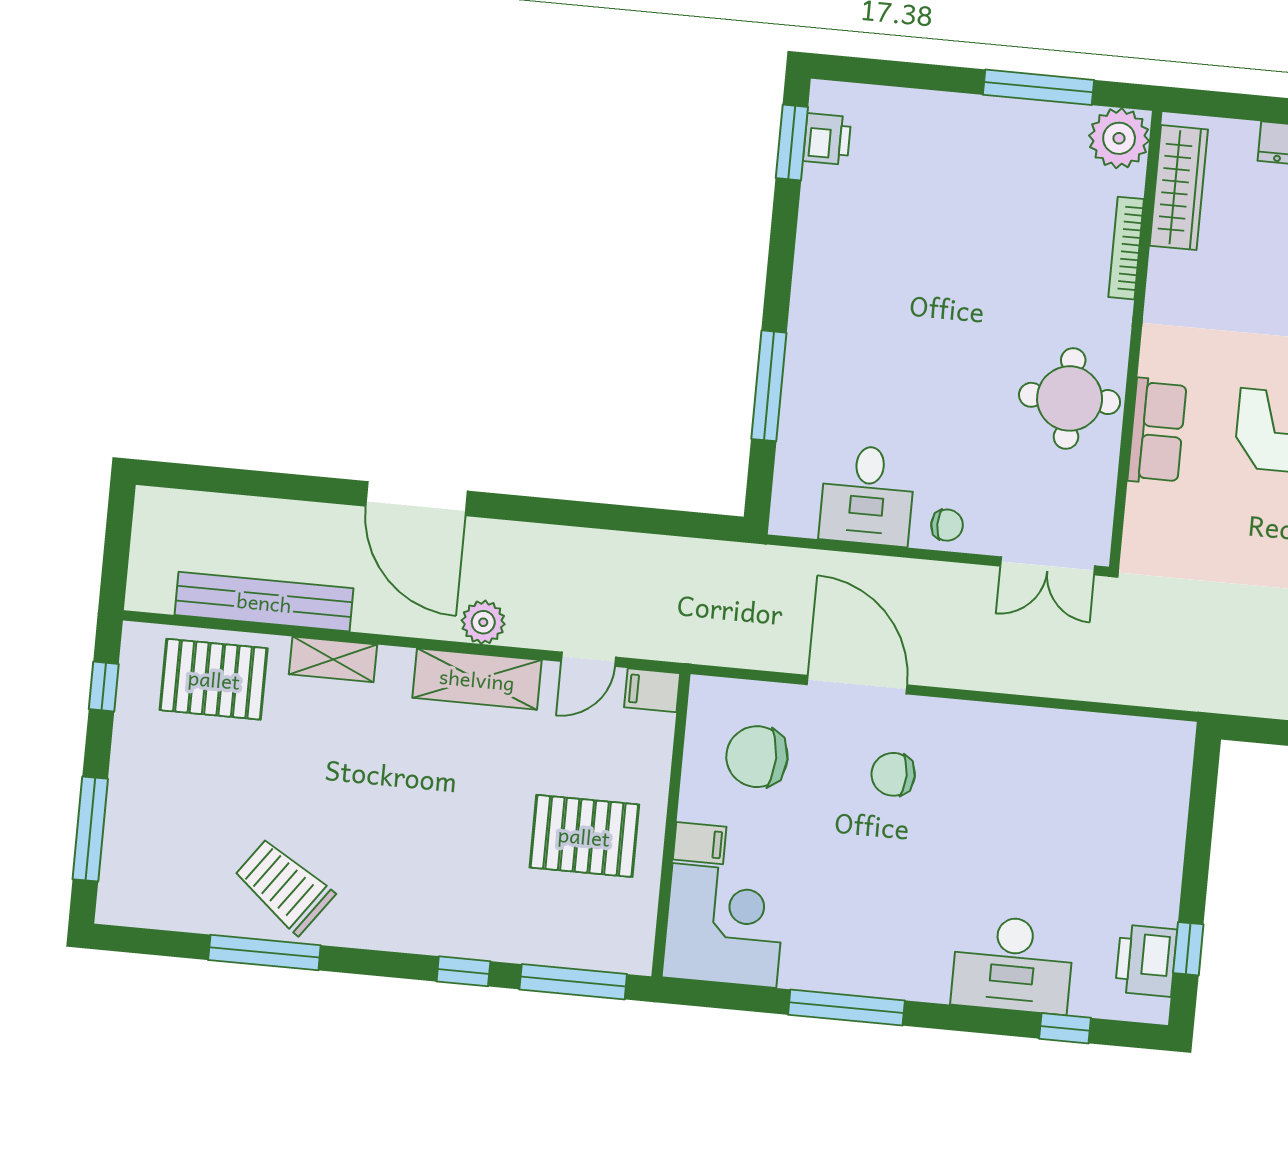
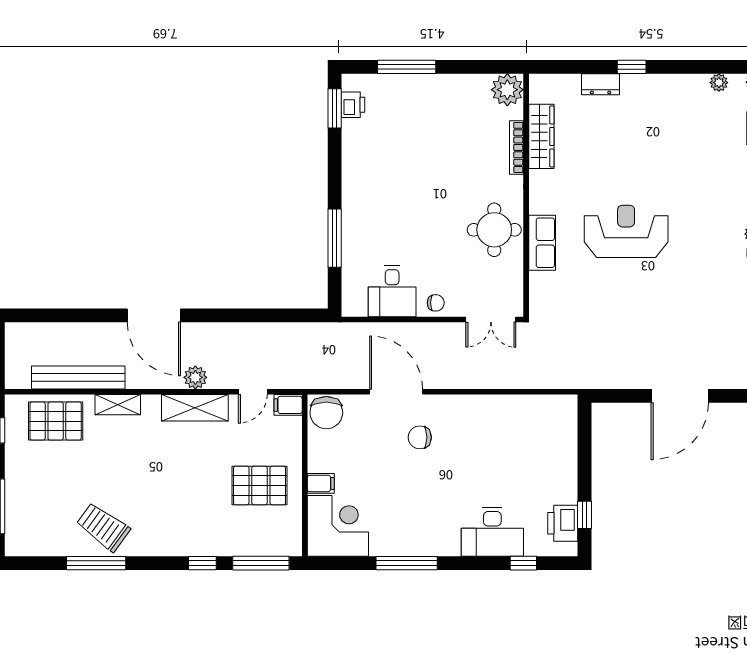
window: (1038, 87) -> (407, 67), moved
wardrobe: (1179, 188) -> (541, 136), moved
chair: (757, 757) -> (326, 413), moved, turned -90

